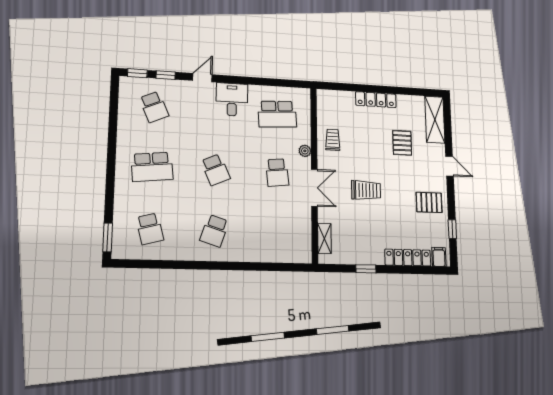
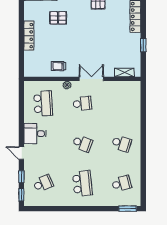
school desk: (215, 170) -> (82, 143), turned 45
trolley: (366, 190) -> (92, 44), removed

